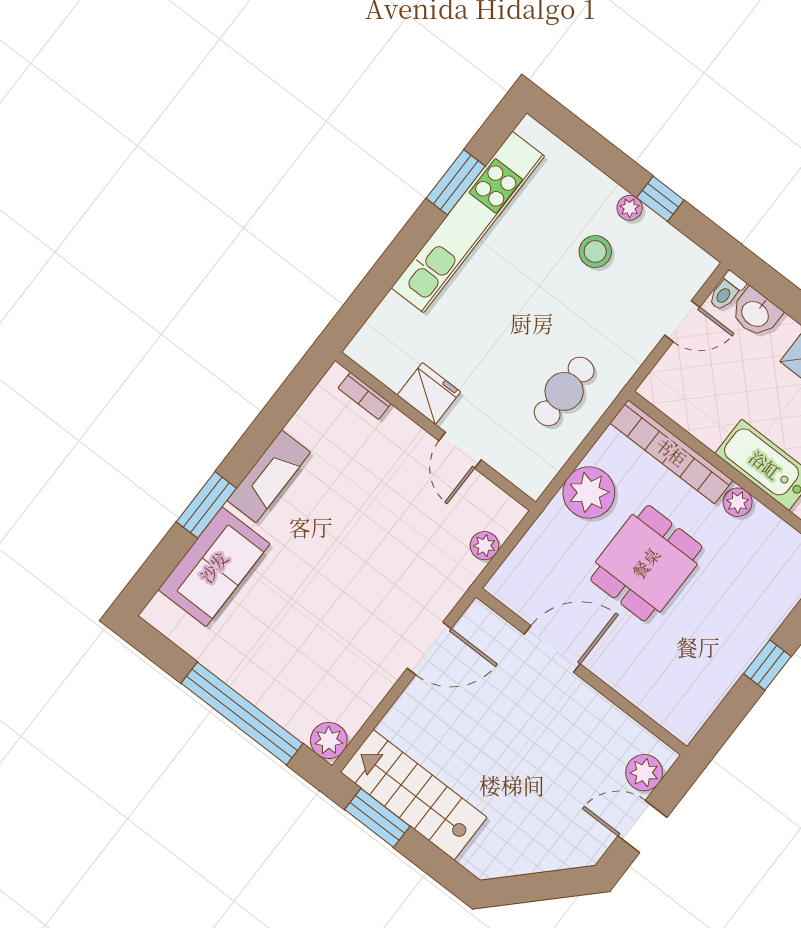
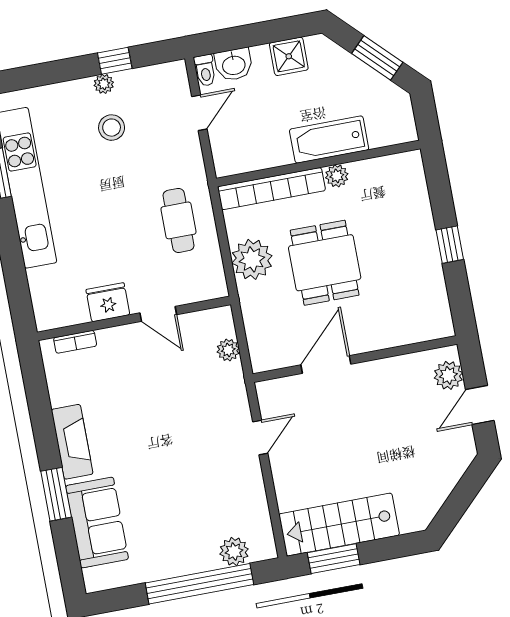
door: (429, 648) -> (260, 437), width x0.73
plant: (329, 740) -> (234, 552), moved

